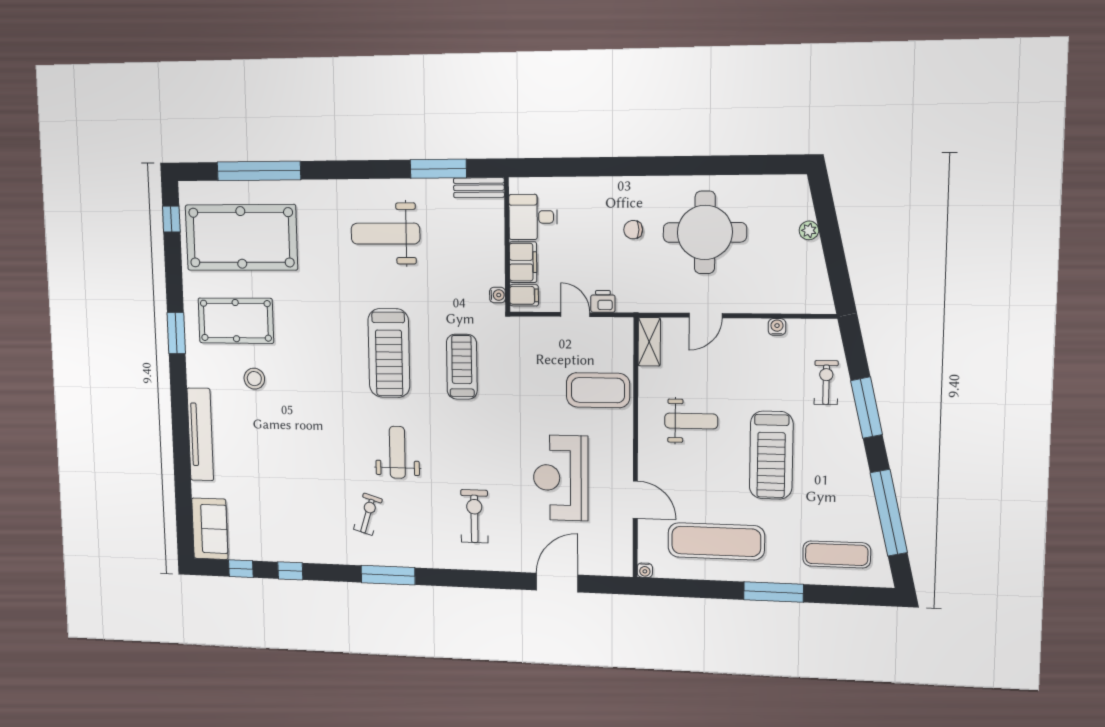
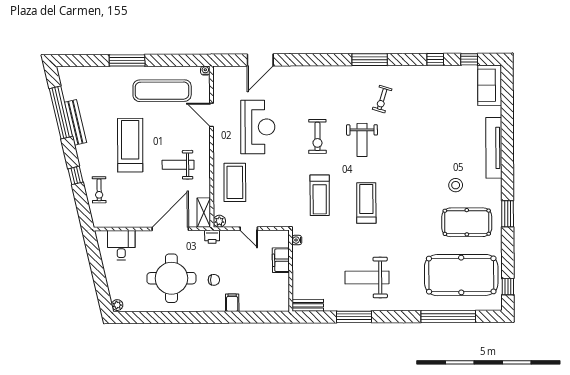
window: (438, 169) -> (354, 317), moved
desk: (533, 217) -> (121, 245), moved, turned -90
plant: (809, 230) -> (117, 305), moved
weight bench: (385, 234) -> (367, 278), turned 180
filing cabinet: (524, 295) -> (232, 303), moved, turned 90
printer: (603, 301) -> (212, 237), moved
door: (706, 315) -> (170, 229), width x1.88
plant: (623, 327) -> (219, 221), added
water cooler: (777, 327) -> (128, 223), removed
treadmill: (389, 353) -> (366, 203), width x0.73, depth x0.73
coffee table: (598, 390) -> (235, 182), turned 90
window: (867, 408) -> (75, 175), width x0.46
bench: (864, 495) -> (75, 122), added
exercise bike: (474, 516) -> (317, 136), moved
exercise mat: (837, 554) -> (90, 86), removed

